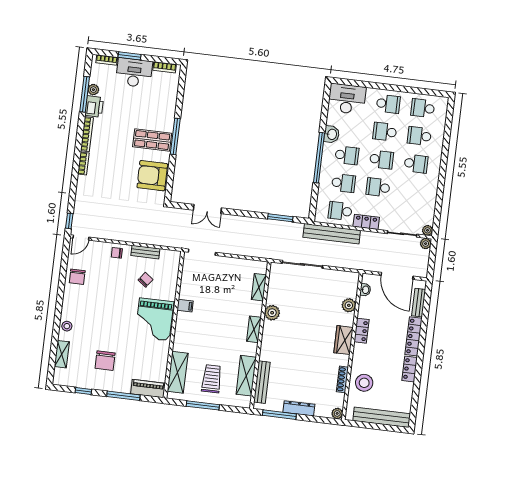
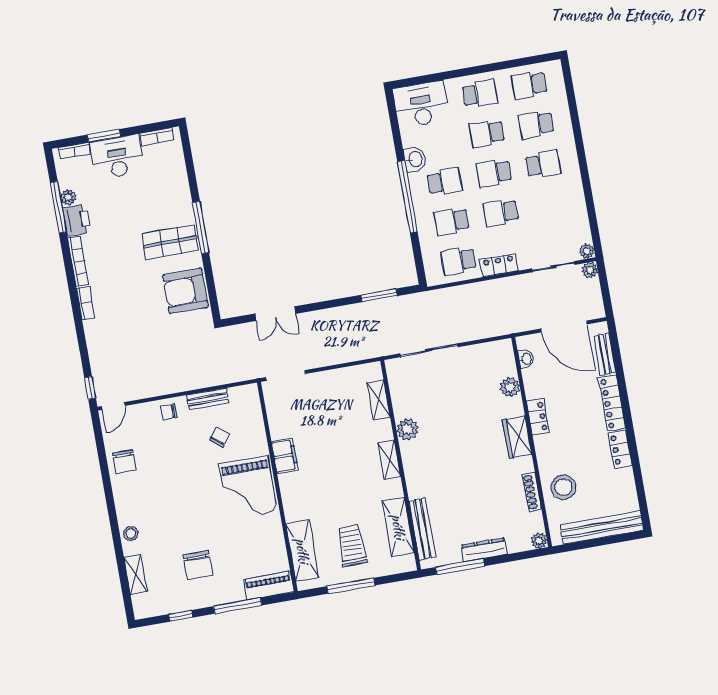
school desk: (381, 159) -> (494, 173), turned 180
school desk: (344, 183) -> (452, 221), turned 180
bench: (332, 234) -> (456, 296), removed
filing cabinet: (185, 306) -> (285, 456), width x2.00

